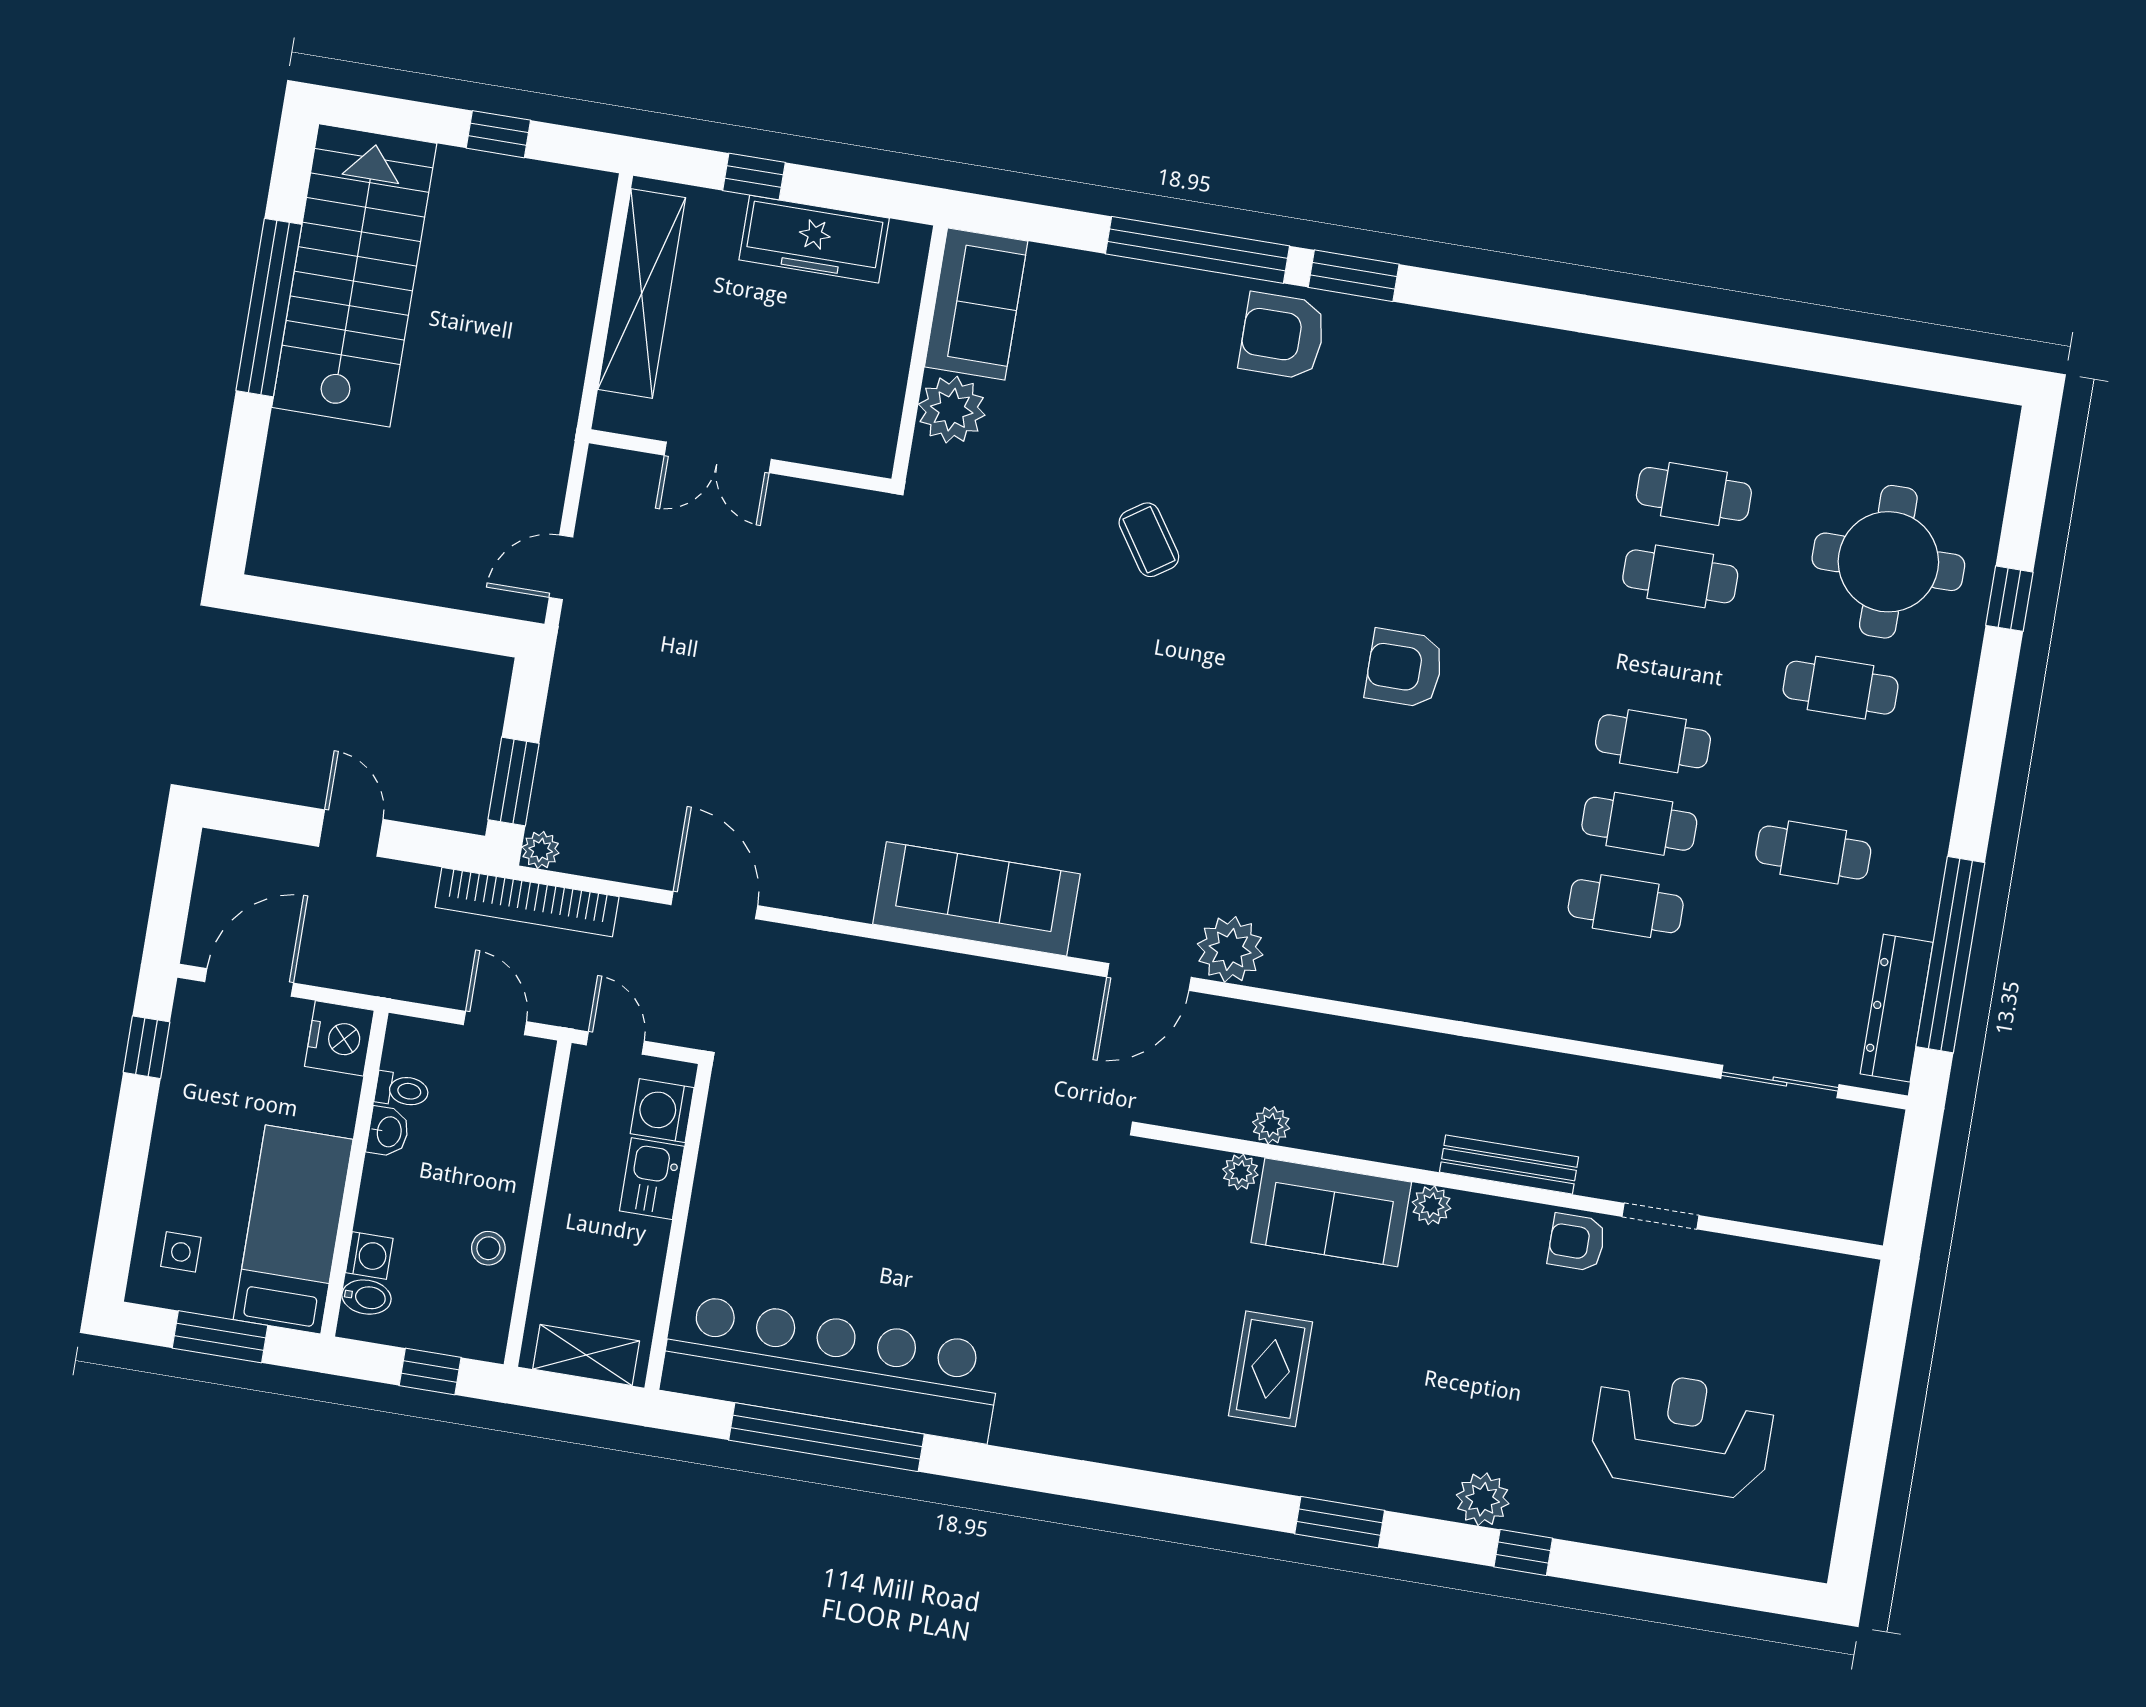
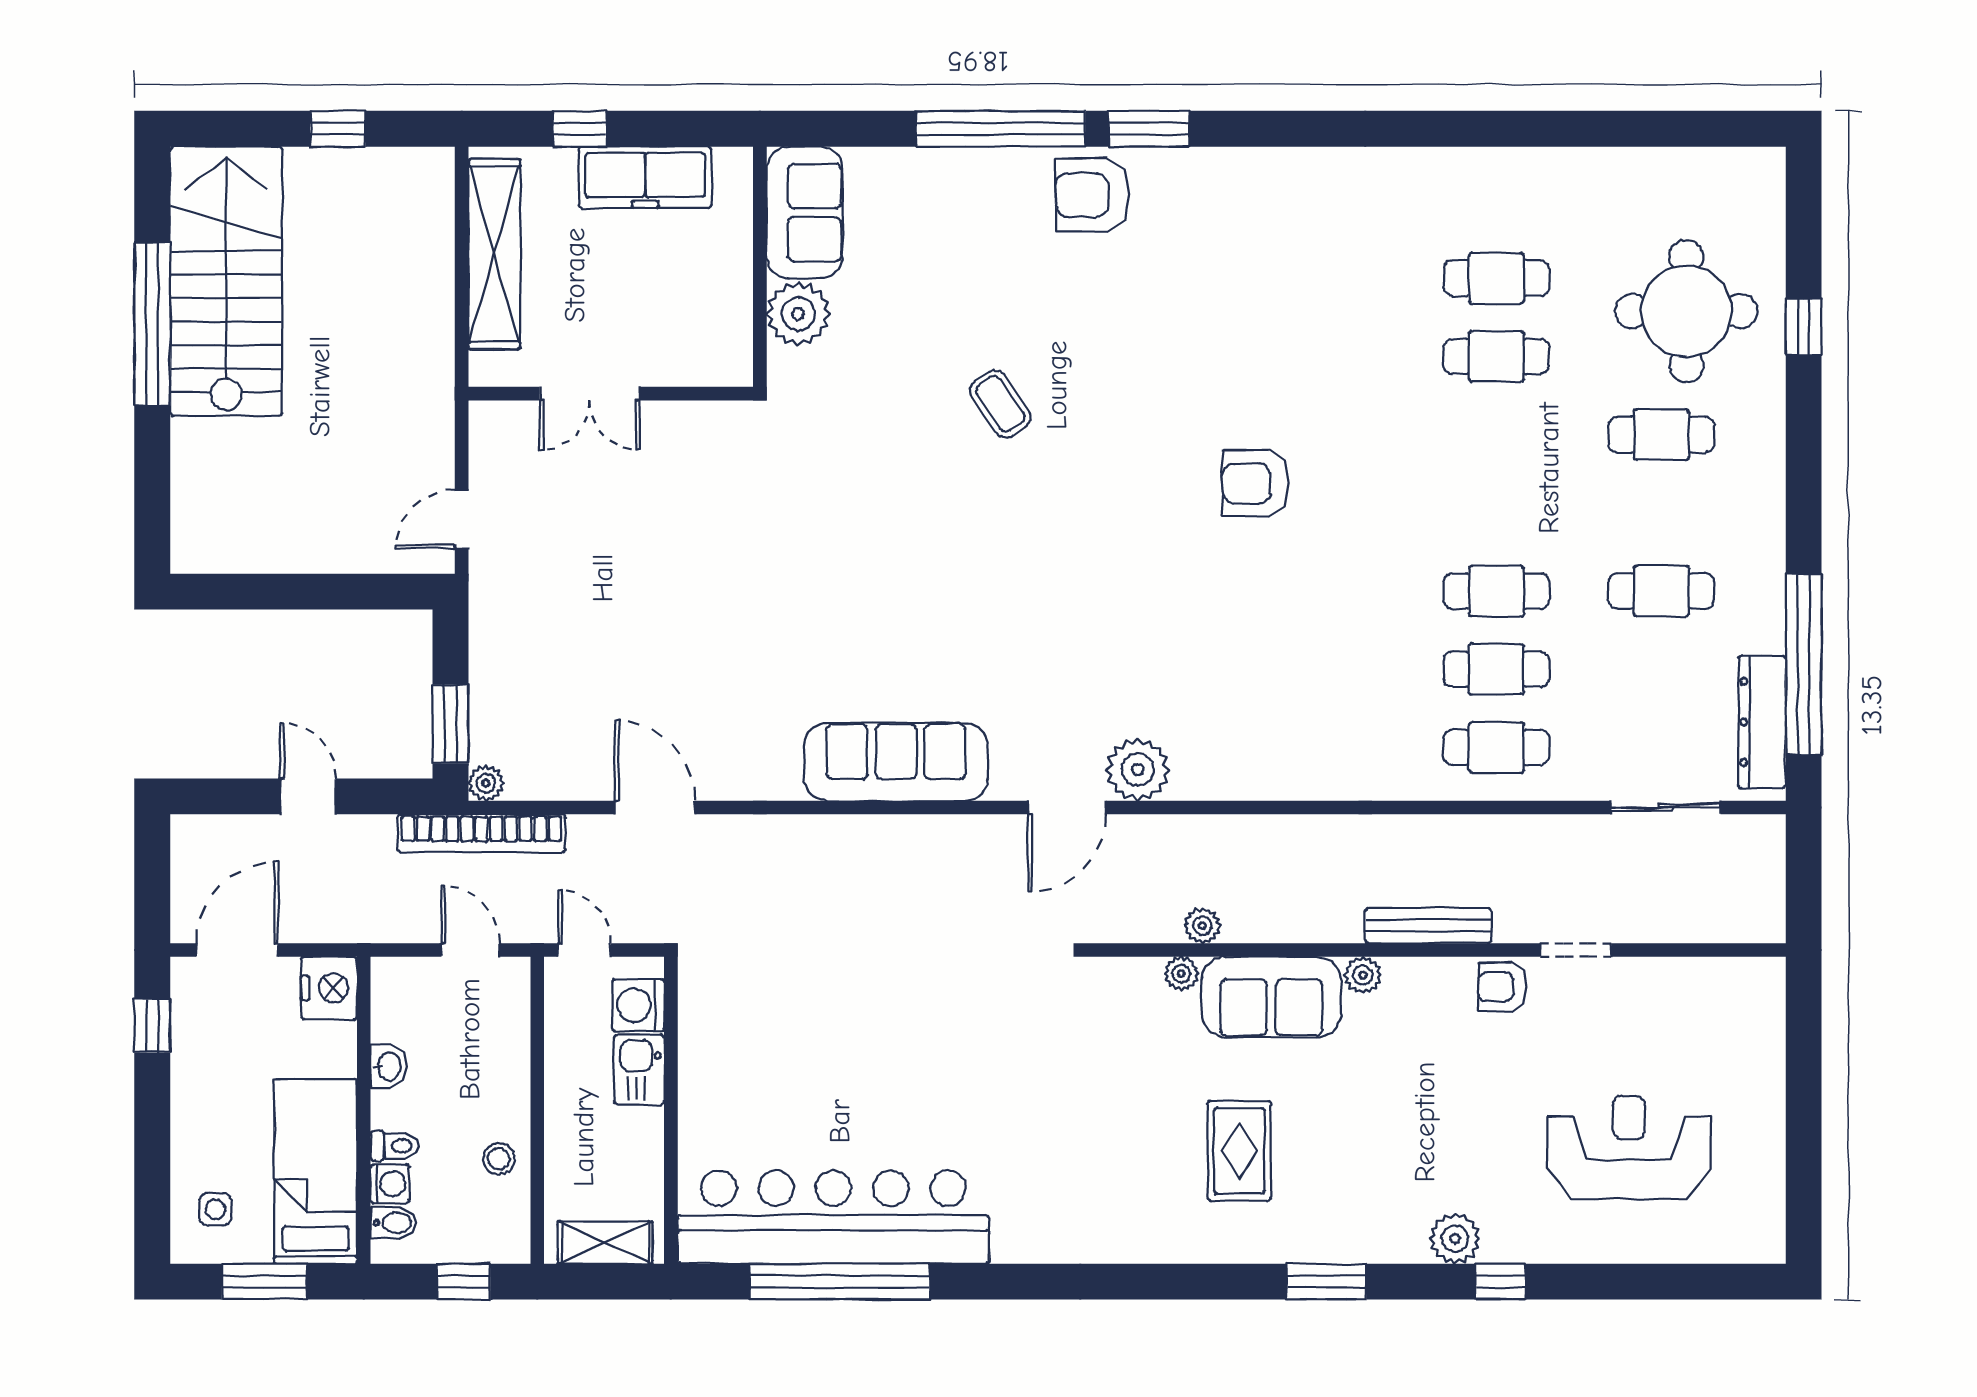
cafe table: (1653, 741) -> (1496, 747), moved
toilet: (402, 1090) -> (395, 1146), moved

